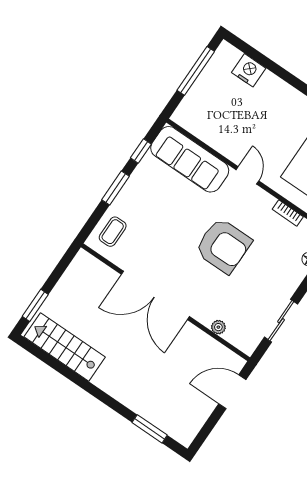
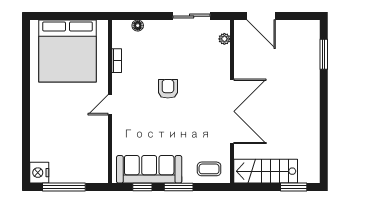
nightstand: (249, 70) -> (39, 173), moved
sofa: (190, 159) -> (149, 169), moved, turned -90
armchair: (223, 246) -> (168, 89), width x0.53, depth x0.53
plant: (218, 327) -> (224, 39), moved
stairs: (65, 347) -> (266, 171), moved, turned 90

